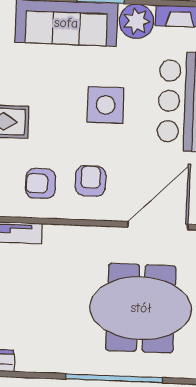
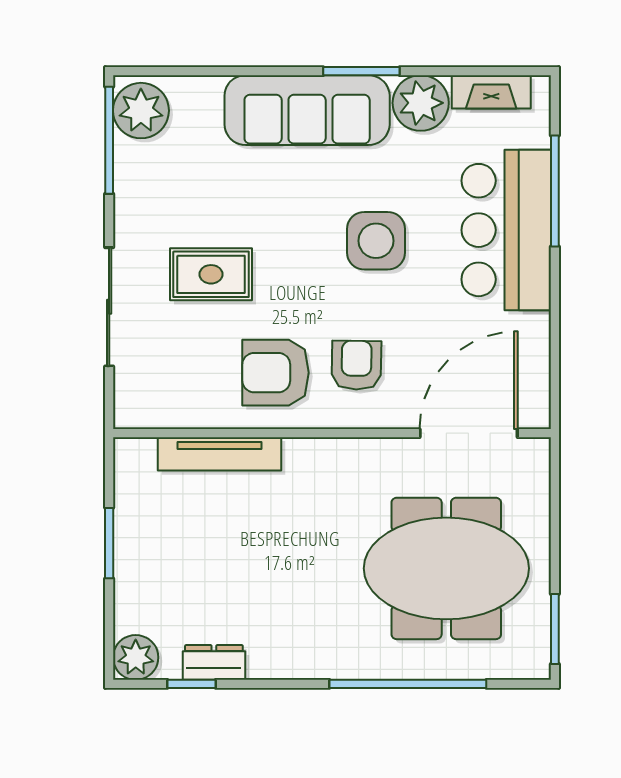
armchair: (41, 184) -> (275, 373), width x1.38, depth x1.38

